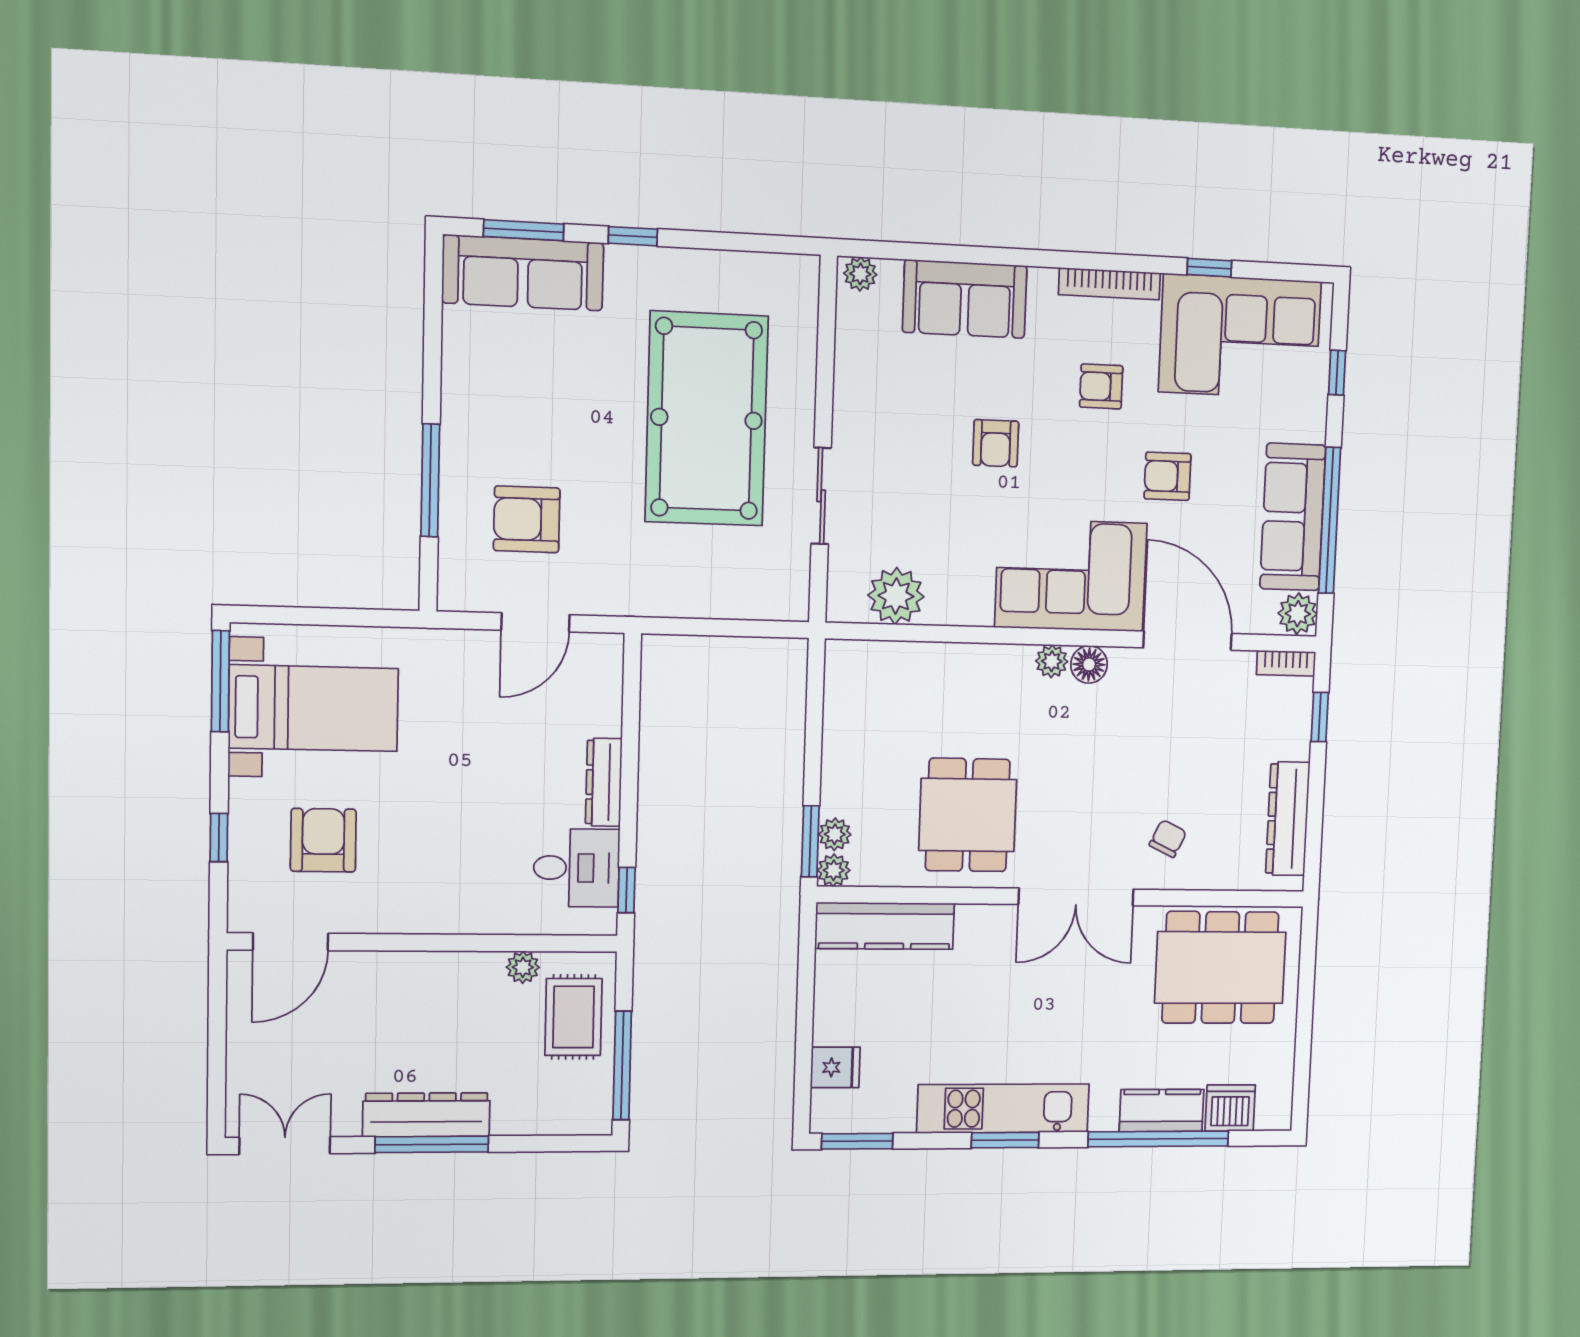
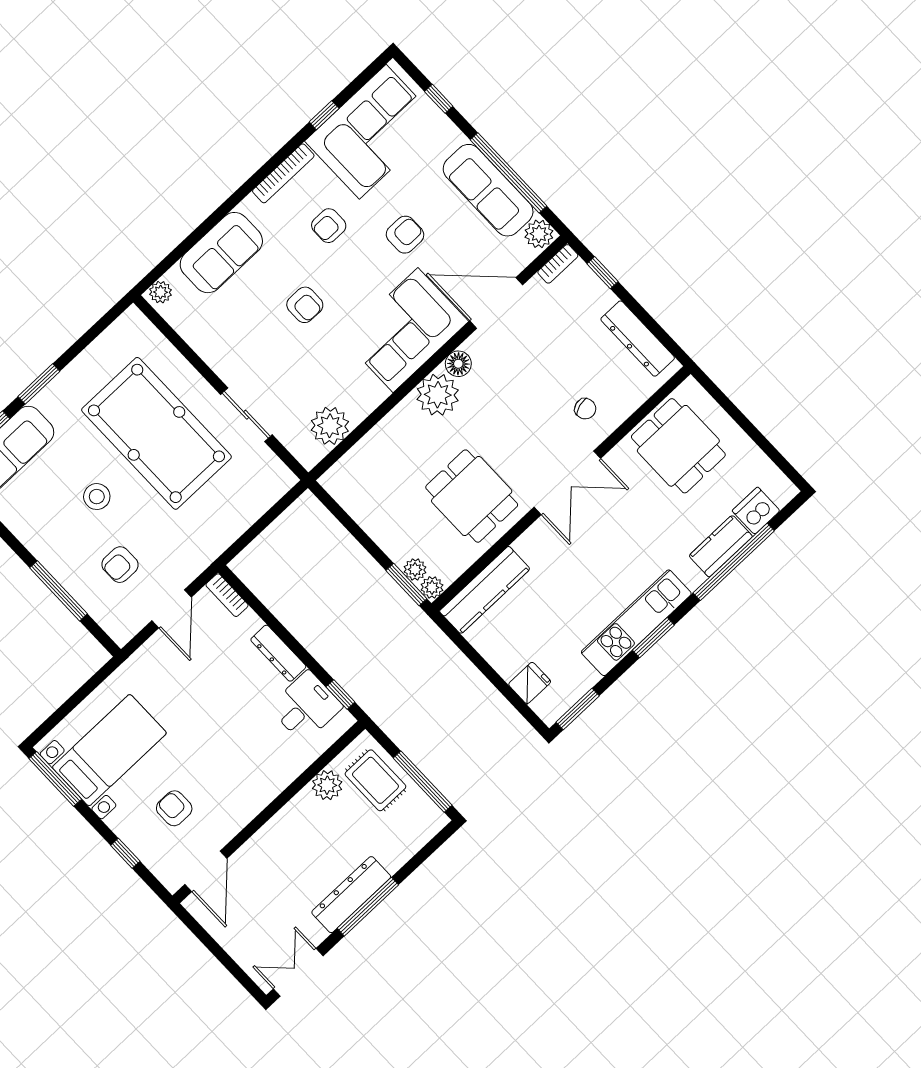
window: (633, 236) -> (39, 384), width x1.50
stool: (575, 421) -> (97, 497), added
armchair: (1168, 476) -> (405, 235), turned 180
armchair: (527, 519) -> (120, 565), width x0.72, depth x0.72
plant: (1052, 661) -> (438, 395), width x1.88, depth x1.88
bookcase: (610, 667) -> (227, 595), added
chair: (1168, 839) -> (585, 409), turned 138
armchair: (323, 840) -> (174, 808), width x0.72, depth x0.72
plant: (523, 967) -> (327, 785), width x1.38, depth x1.38
dining table: (1220, 968) -> (678, 446), width x0.73

